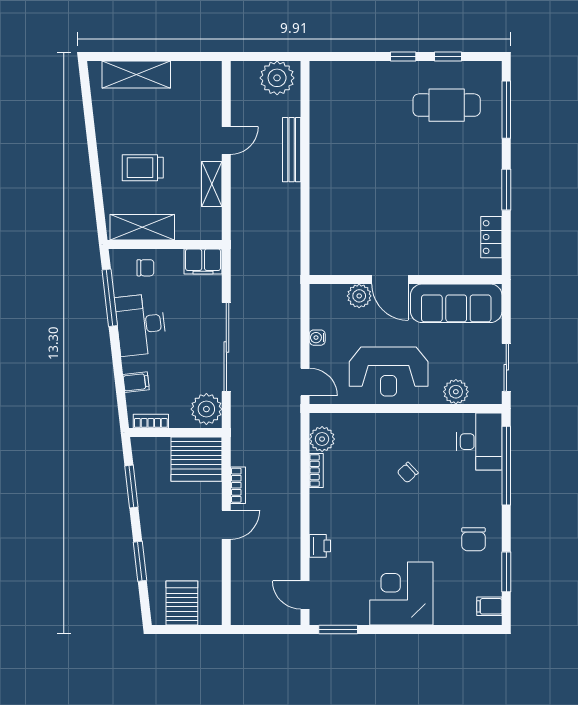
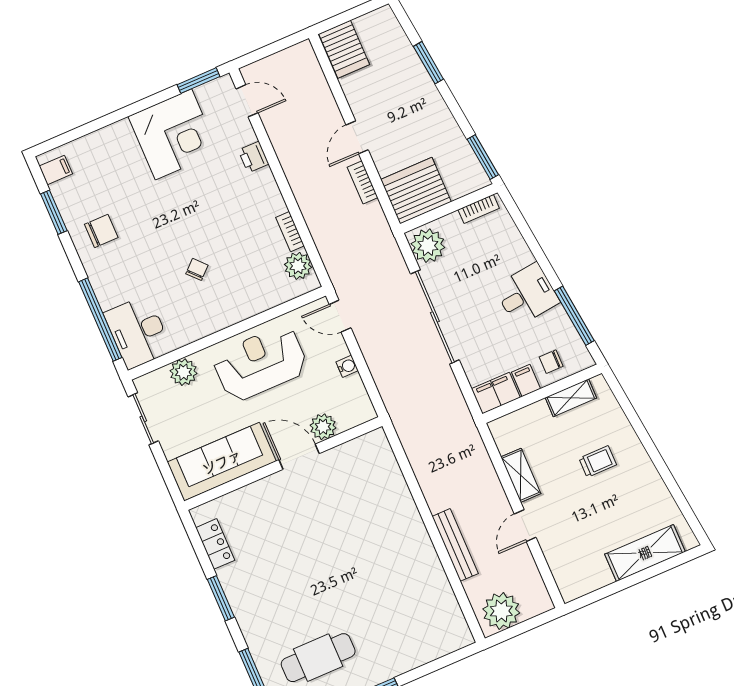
trolley: (143, 168) -> (598, 462), width x0.73, depth x0.72
shelving: (142, 227) -> (571, 398), width x0.67, depth x0.75
desk: (141, 325) -> (527, 294), width x0.73
filing cabinet: (136, 382) -> (526, 381), moved, turned 97
window: (131, 486) -> (483, 157), moved
chair: (473, 539) -> (101, 231), turned 90
corner desk: (401, 593) -> (174, 134), moved
server rack: (182, 603) -> (344, 49), moved

